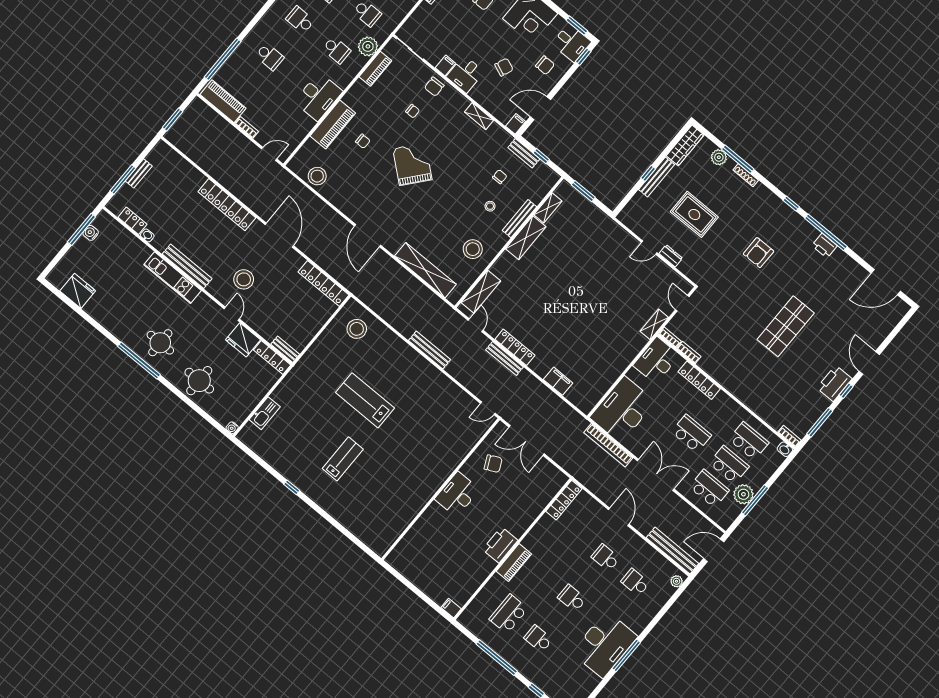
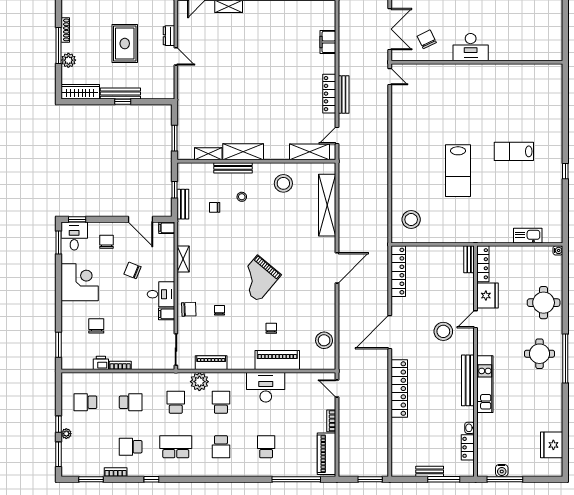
bench: (430, 350) -> (383, 154), removed

